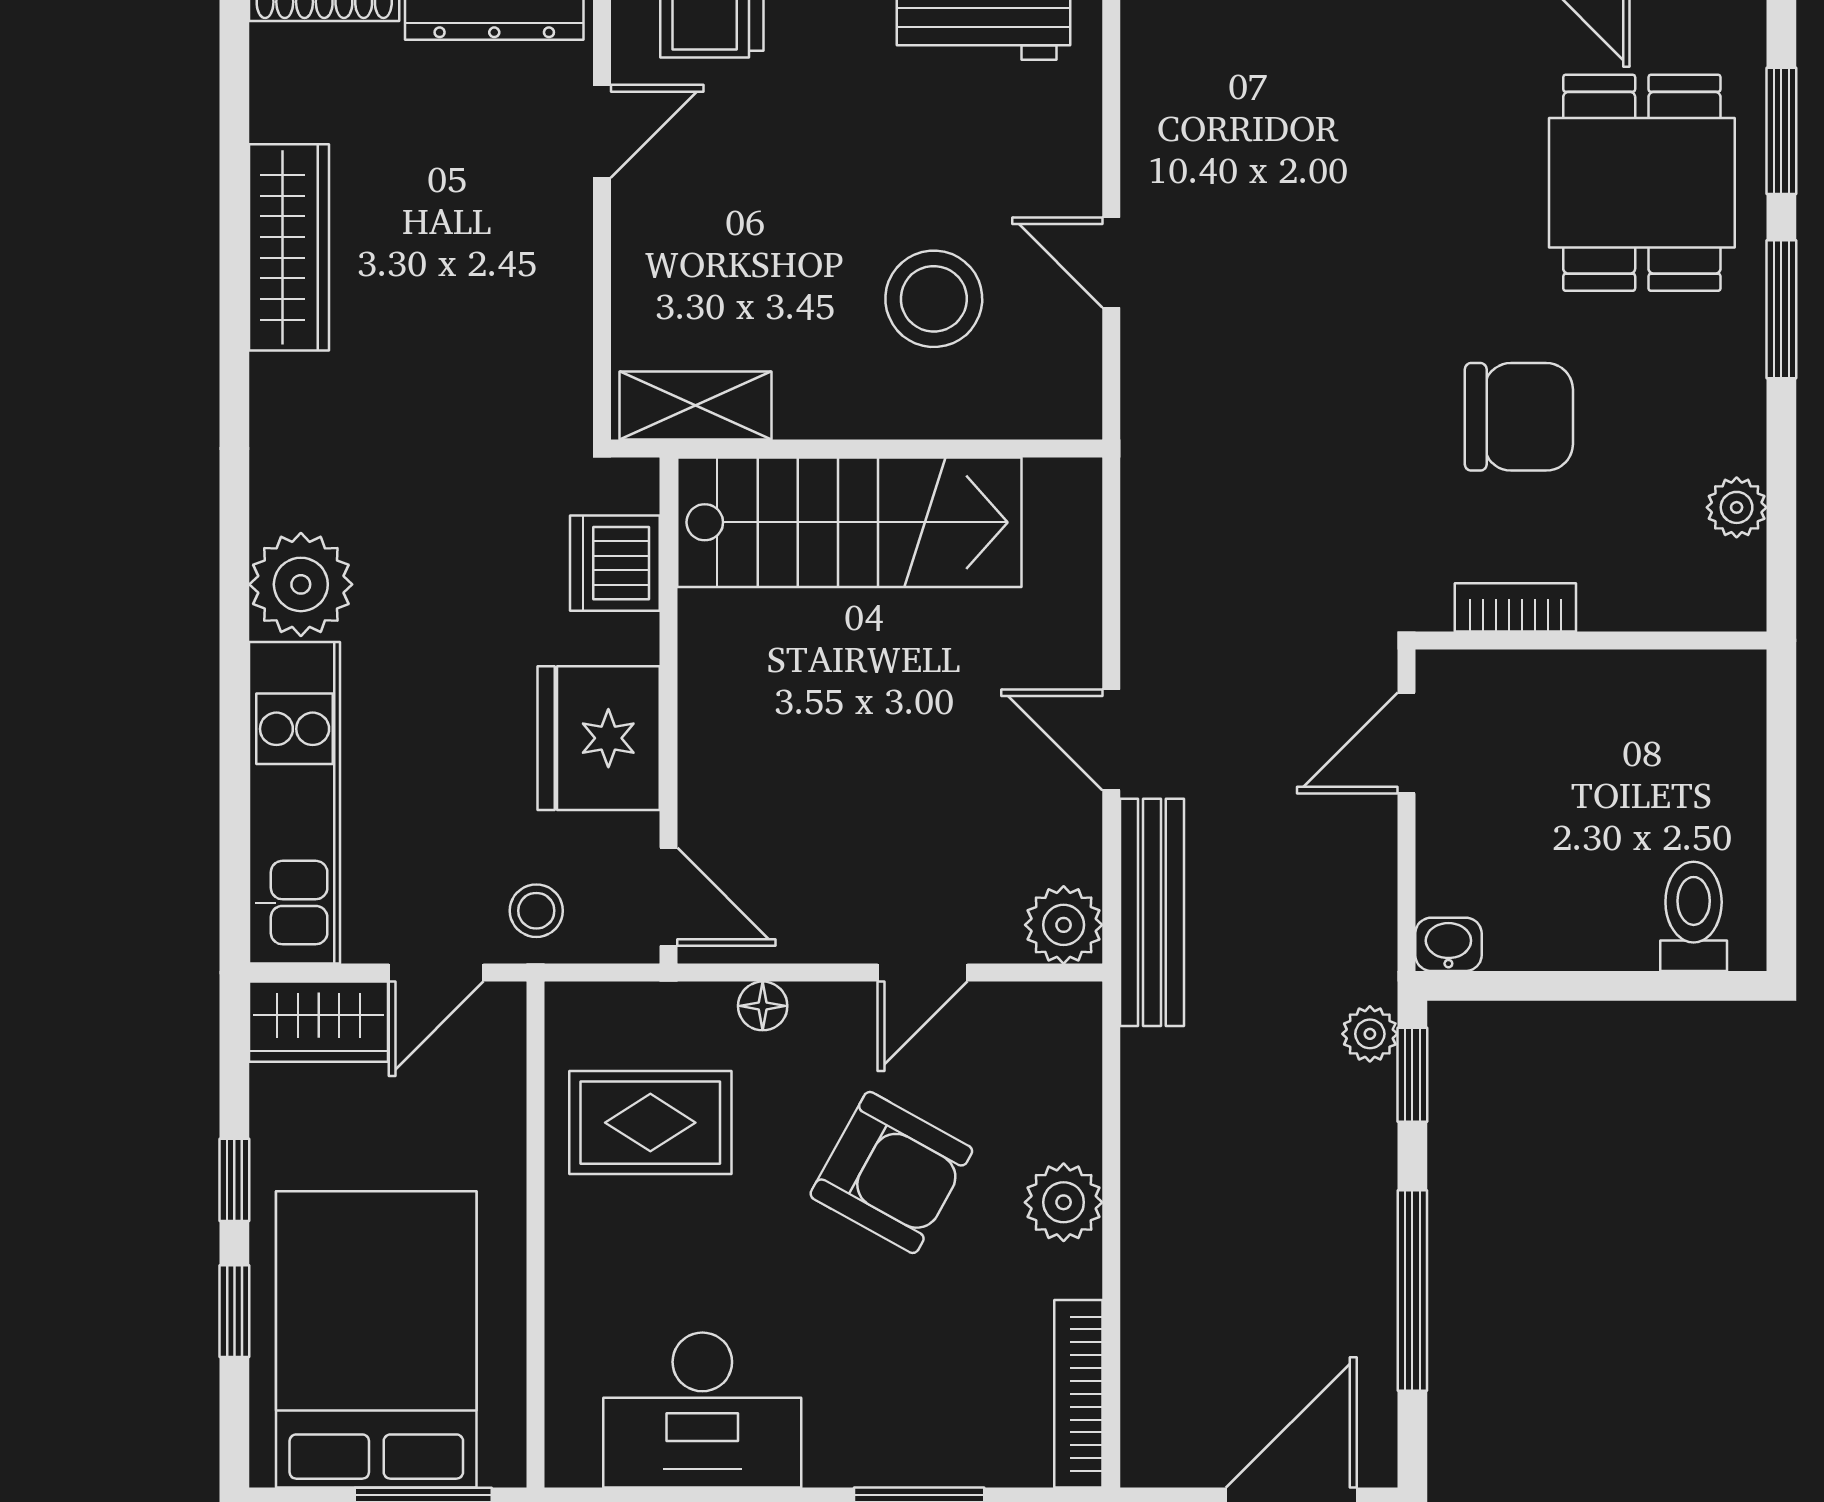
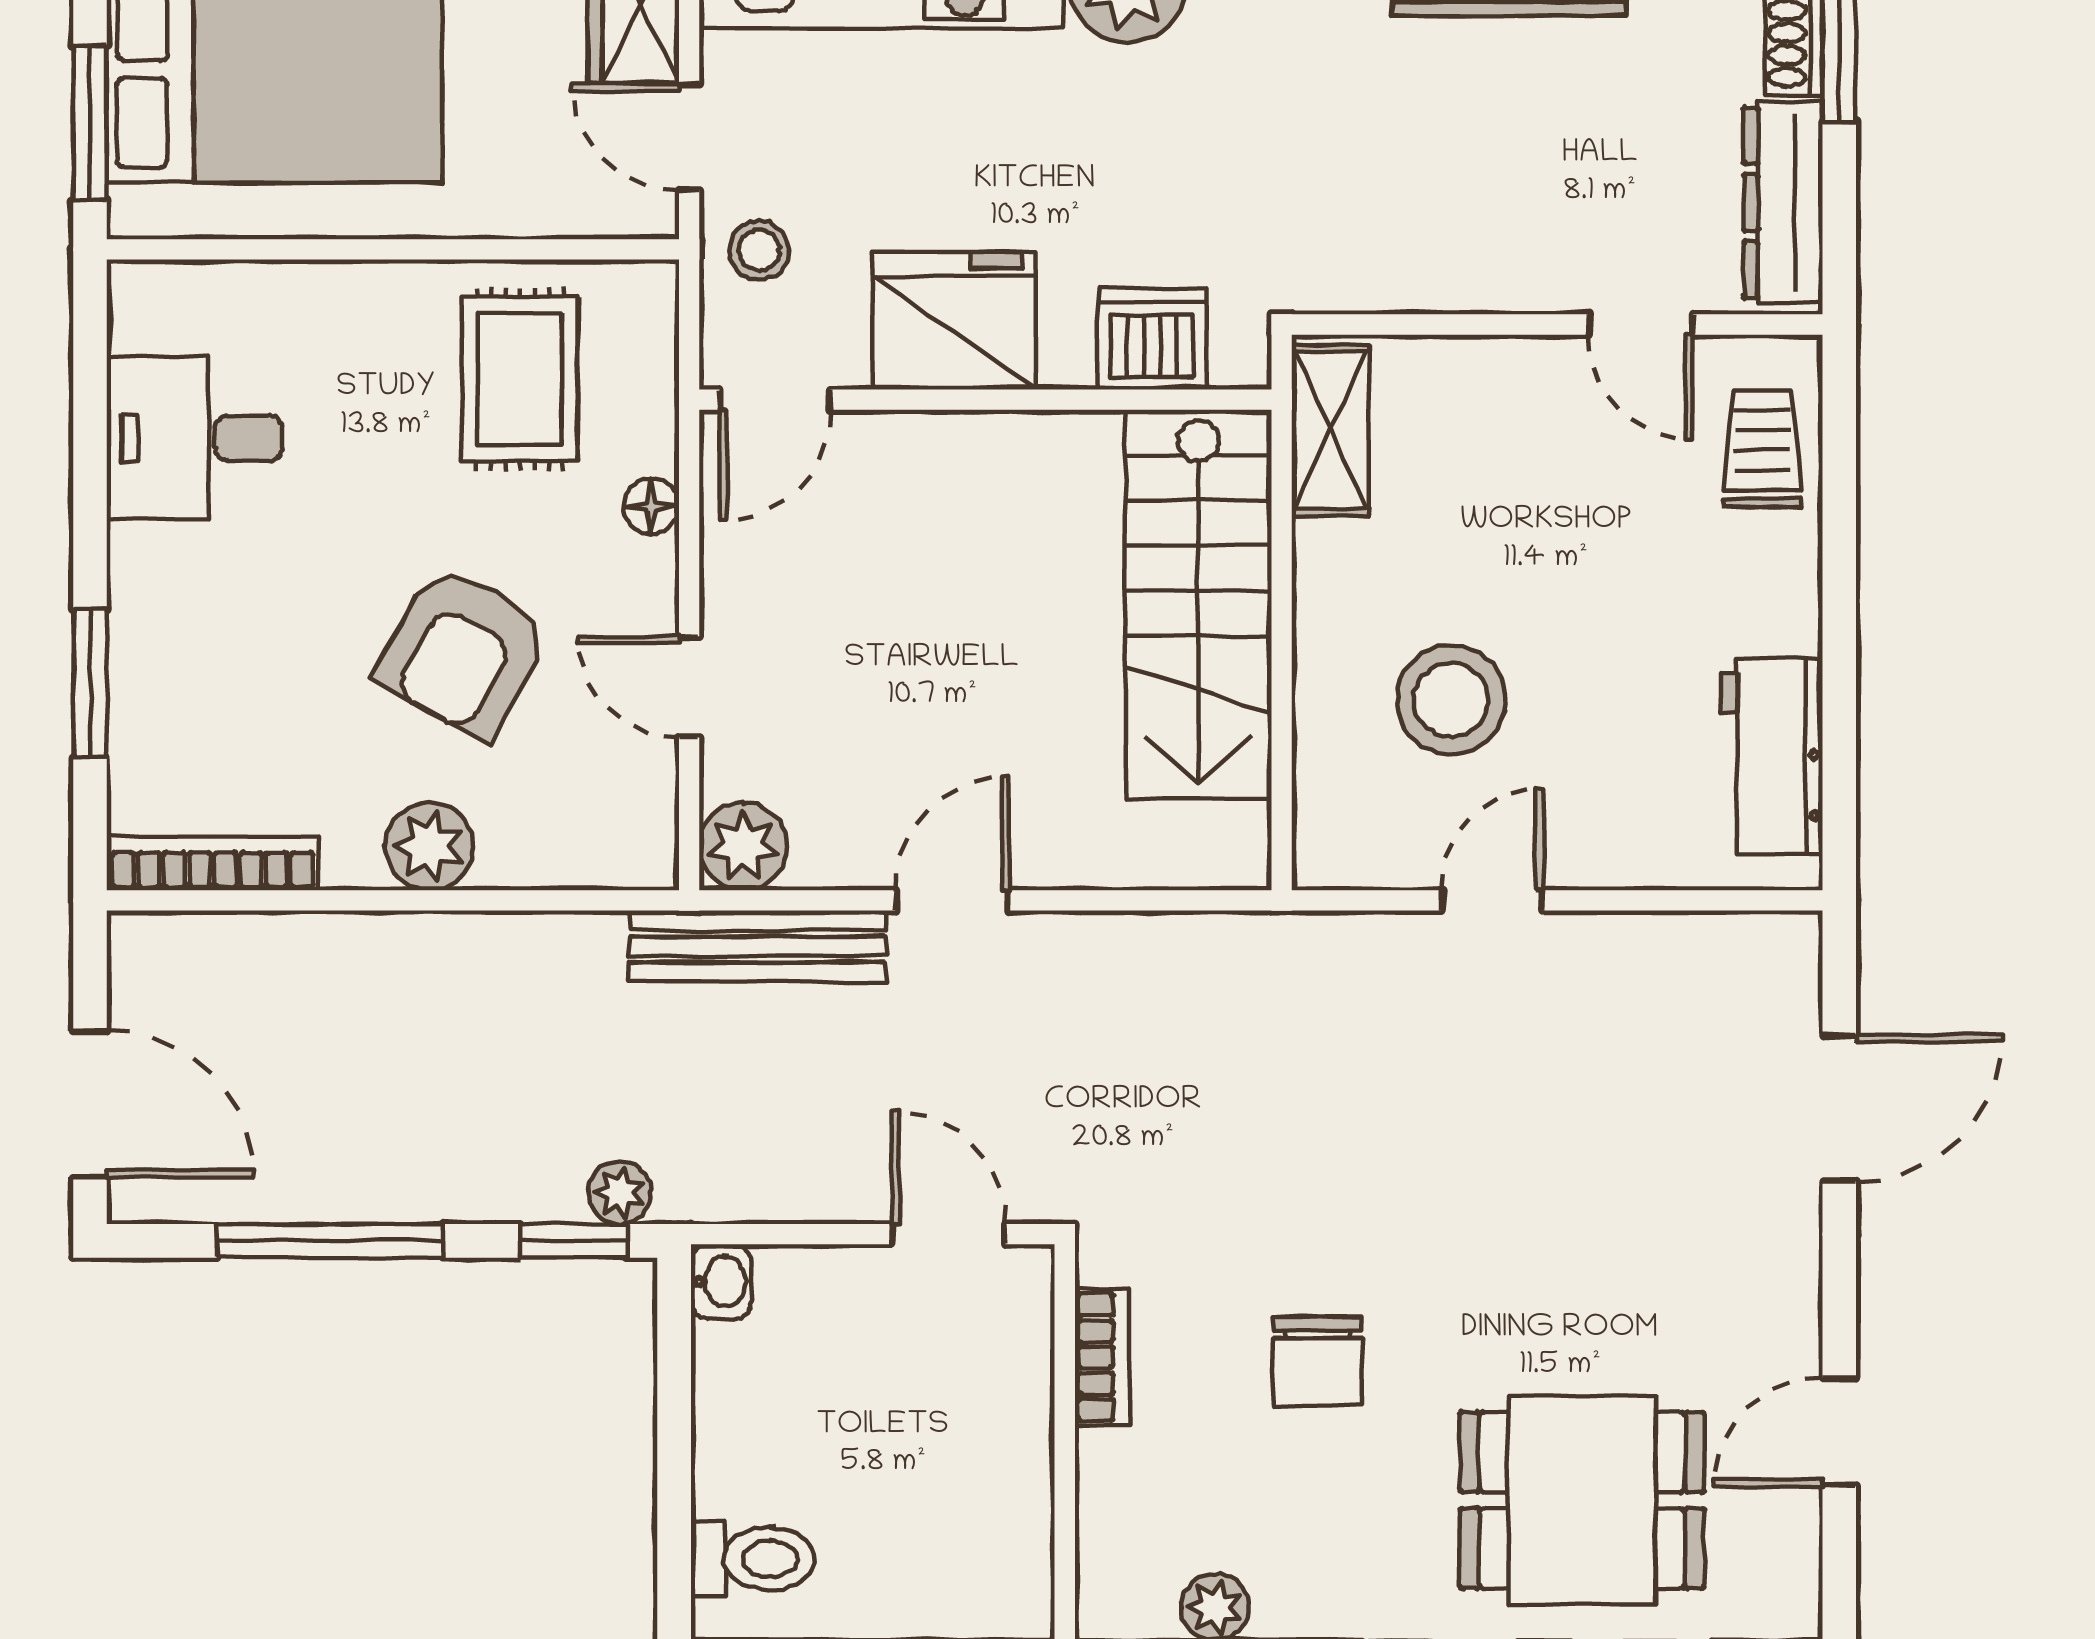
chair: (1519, 417) -> (1318, 1361), width x0.73, depth x0.73
desk: (702, 1410) -> (194, 438), width x0.73

